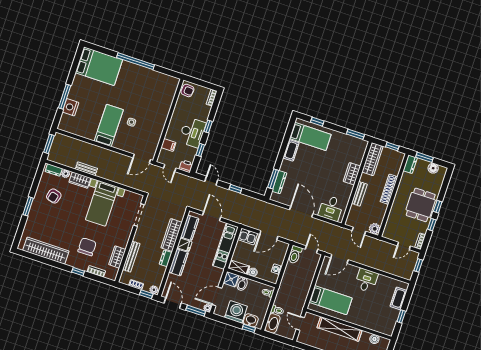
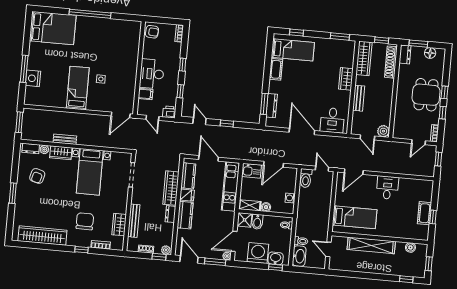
desk: (192, 132) -> (152, 74), moved, turned 180
shoe rack: (389, 189) -> (391, 62), moved
cot: (399, 298) -> (425, 213), moved

